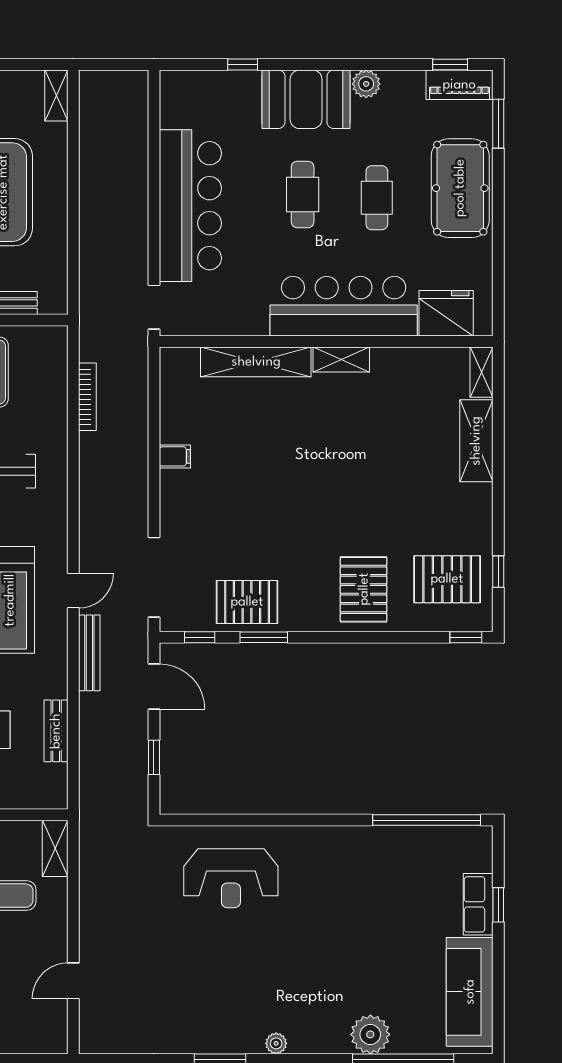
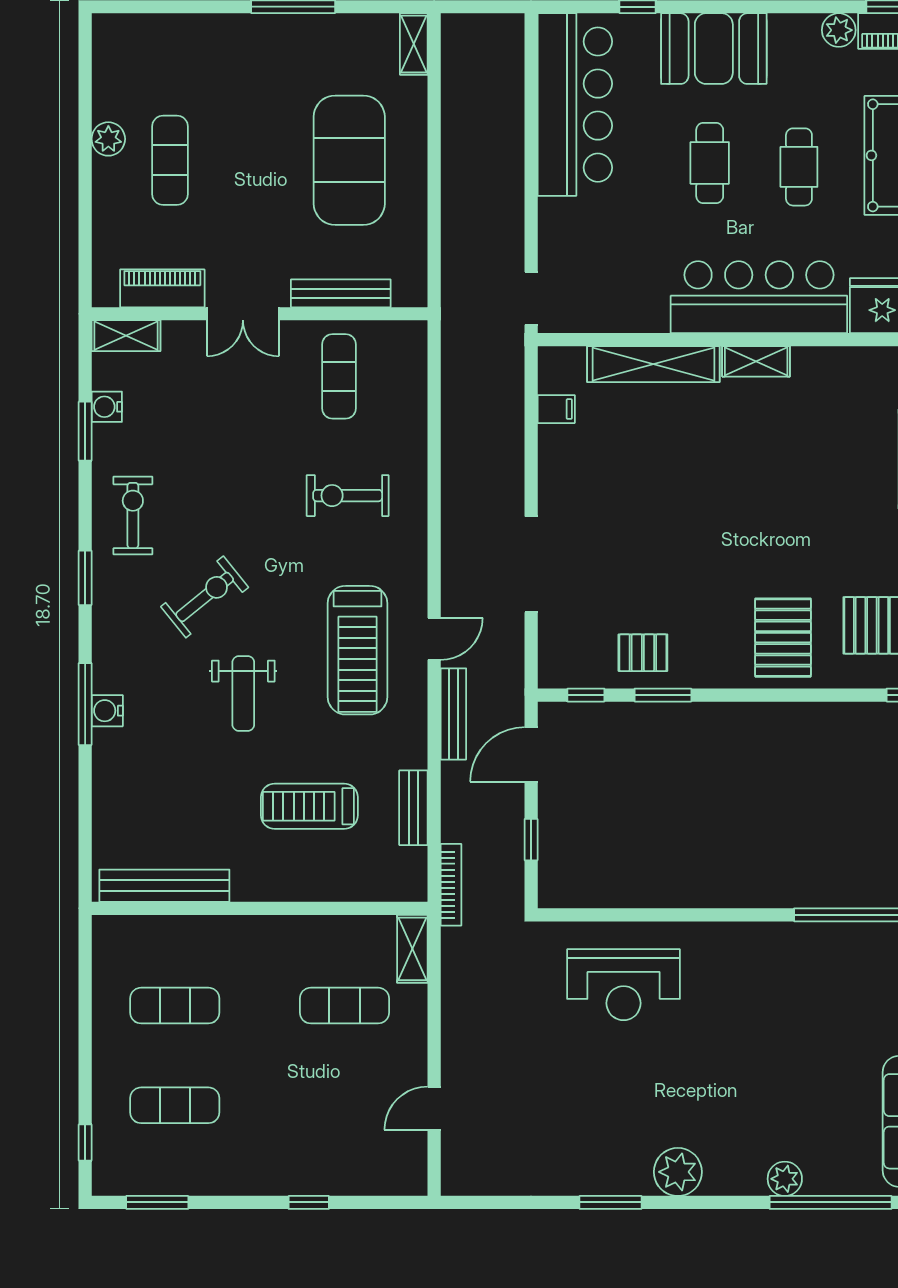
plant: (366, 84) -> (839, 30), moved
bar counter: (190, 206) -> (575, 105), moved
bookcase: (87, 397) -> (451, 885), moved
filing cabinet: (175, 456) -> (556, 409), moved
doorway: (154, 577) -> (531, 564), moved
pallet: (247, 602) -> (643, 653), width x0.67, depth x0.71
door: (154, 687) -> (531, 754), swing flipped
plant: (370, 1034) -> (785, 1179), width x0.73, depth x0.73
plant: (276, 1043) -> (678, 1172), width x1.88, depth x1.88

